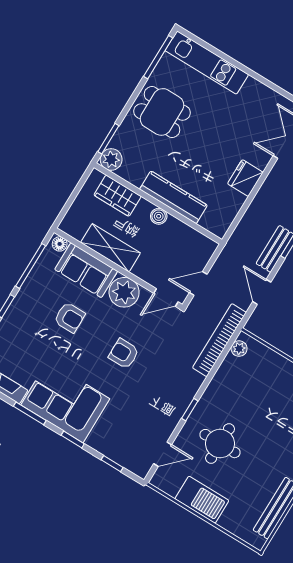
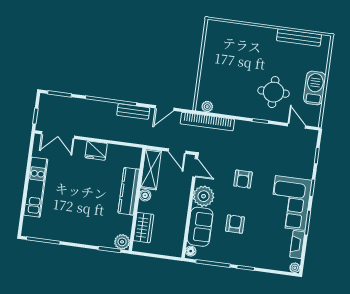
kitchen unit: (207, 63) -> (36, 187), moved
dining table: (162, 112) -> (77, 223), removed
shelving: (111, 248) -> (151, 169), moved

